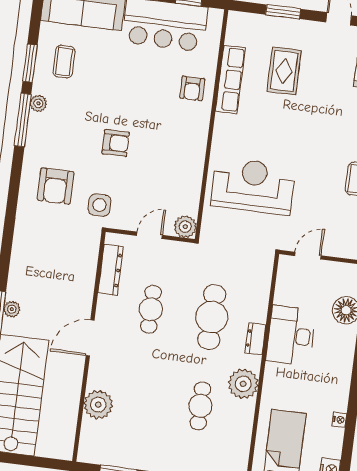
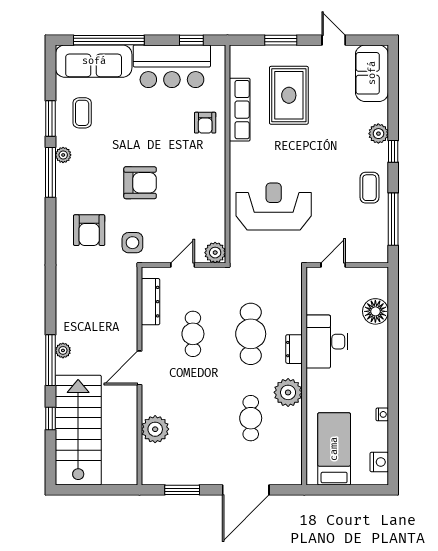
rug: (284, 71) -> (289, 95), width x1.36, depth x1.43
armchair: (116, 143) -> (140, 183), width x1.38, depth x1.38

